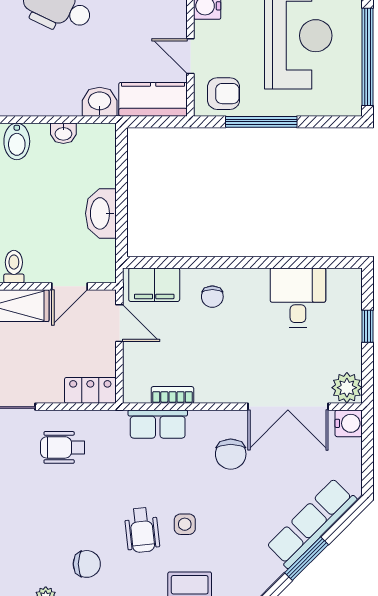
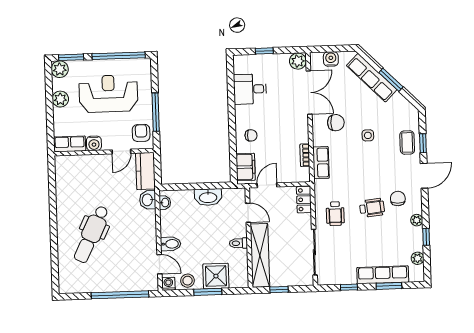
washbasin: (63, 133) -> (165, 203), moved
water cooler: (349, 423) -> (331, 59), moved
side table: (185, 524) -> (368, 135), moved
wheelchair: (142, 530) -> (372, 208), moved

